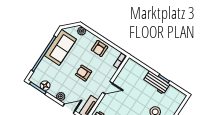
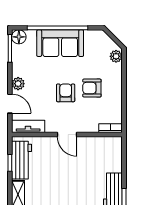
sofa: (60, 47) -> (60, 43), moved
armchair: (100, 49) -> (92, 88), moved
floor lamp: (45, 86) -> (19, 37), moved

